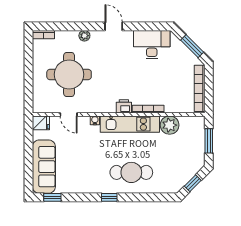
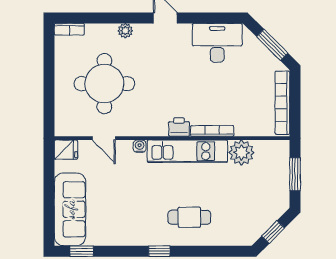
cafe table: (131, 172) -> (189, 217), width x0.73, depth x0.74

